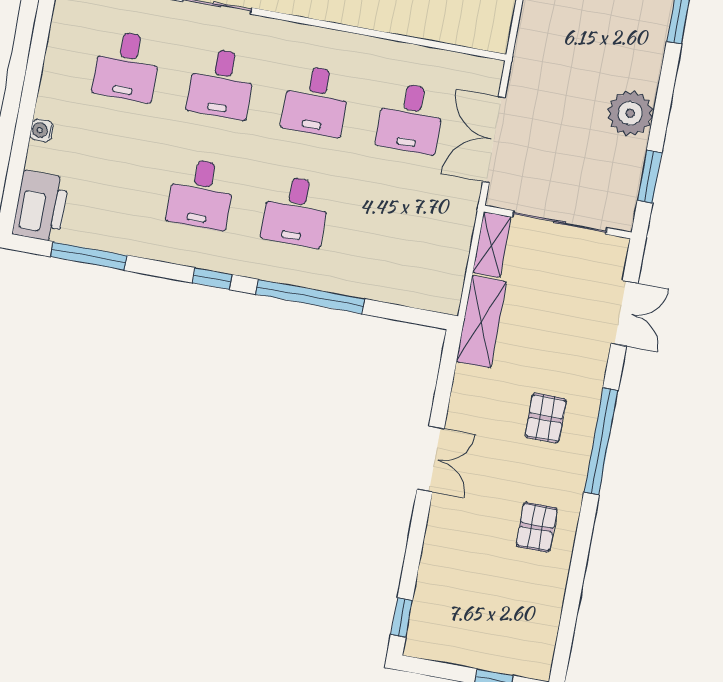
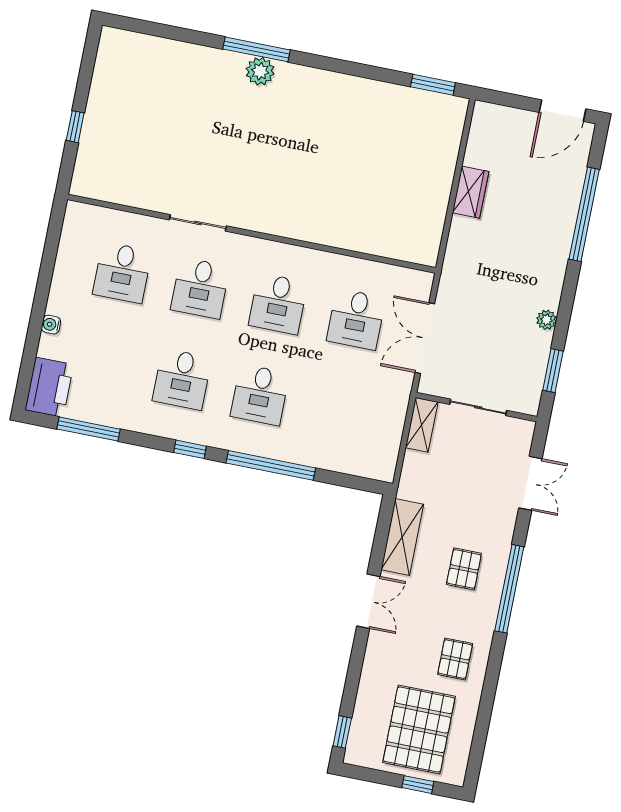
plant: (630, 113) -> (547, 320), width x0.53, depth x0.53
sliding door: (560, 222) -> (478, 407), width x0.73
shelving: (481, 322) -> (402, 537), moved
pallet: (494, 613) -> (419, 729), added

